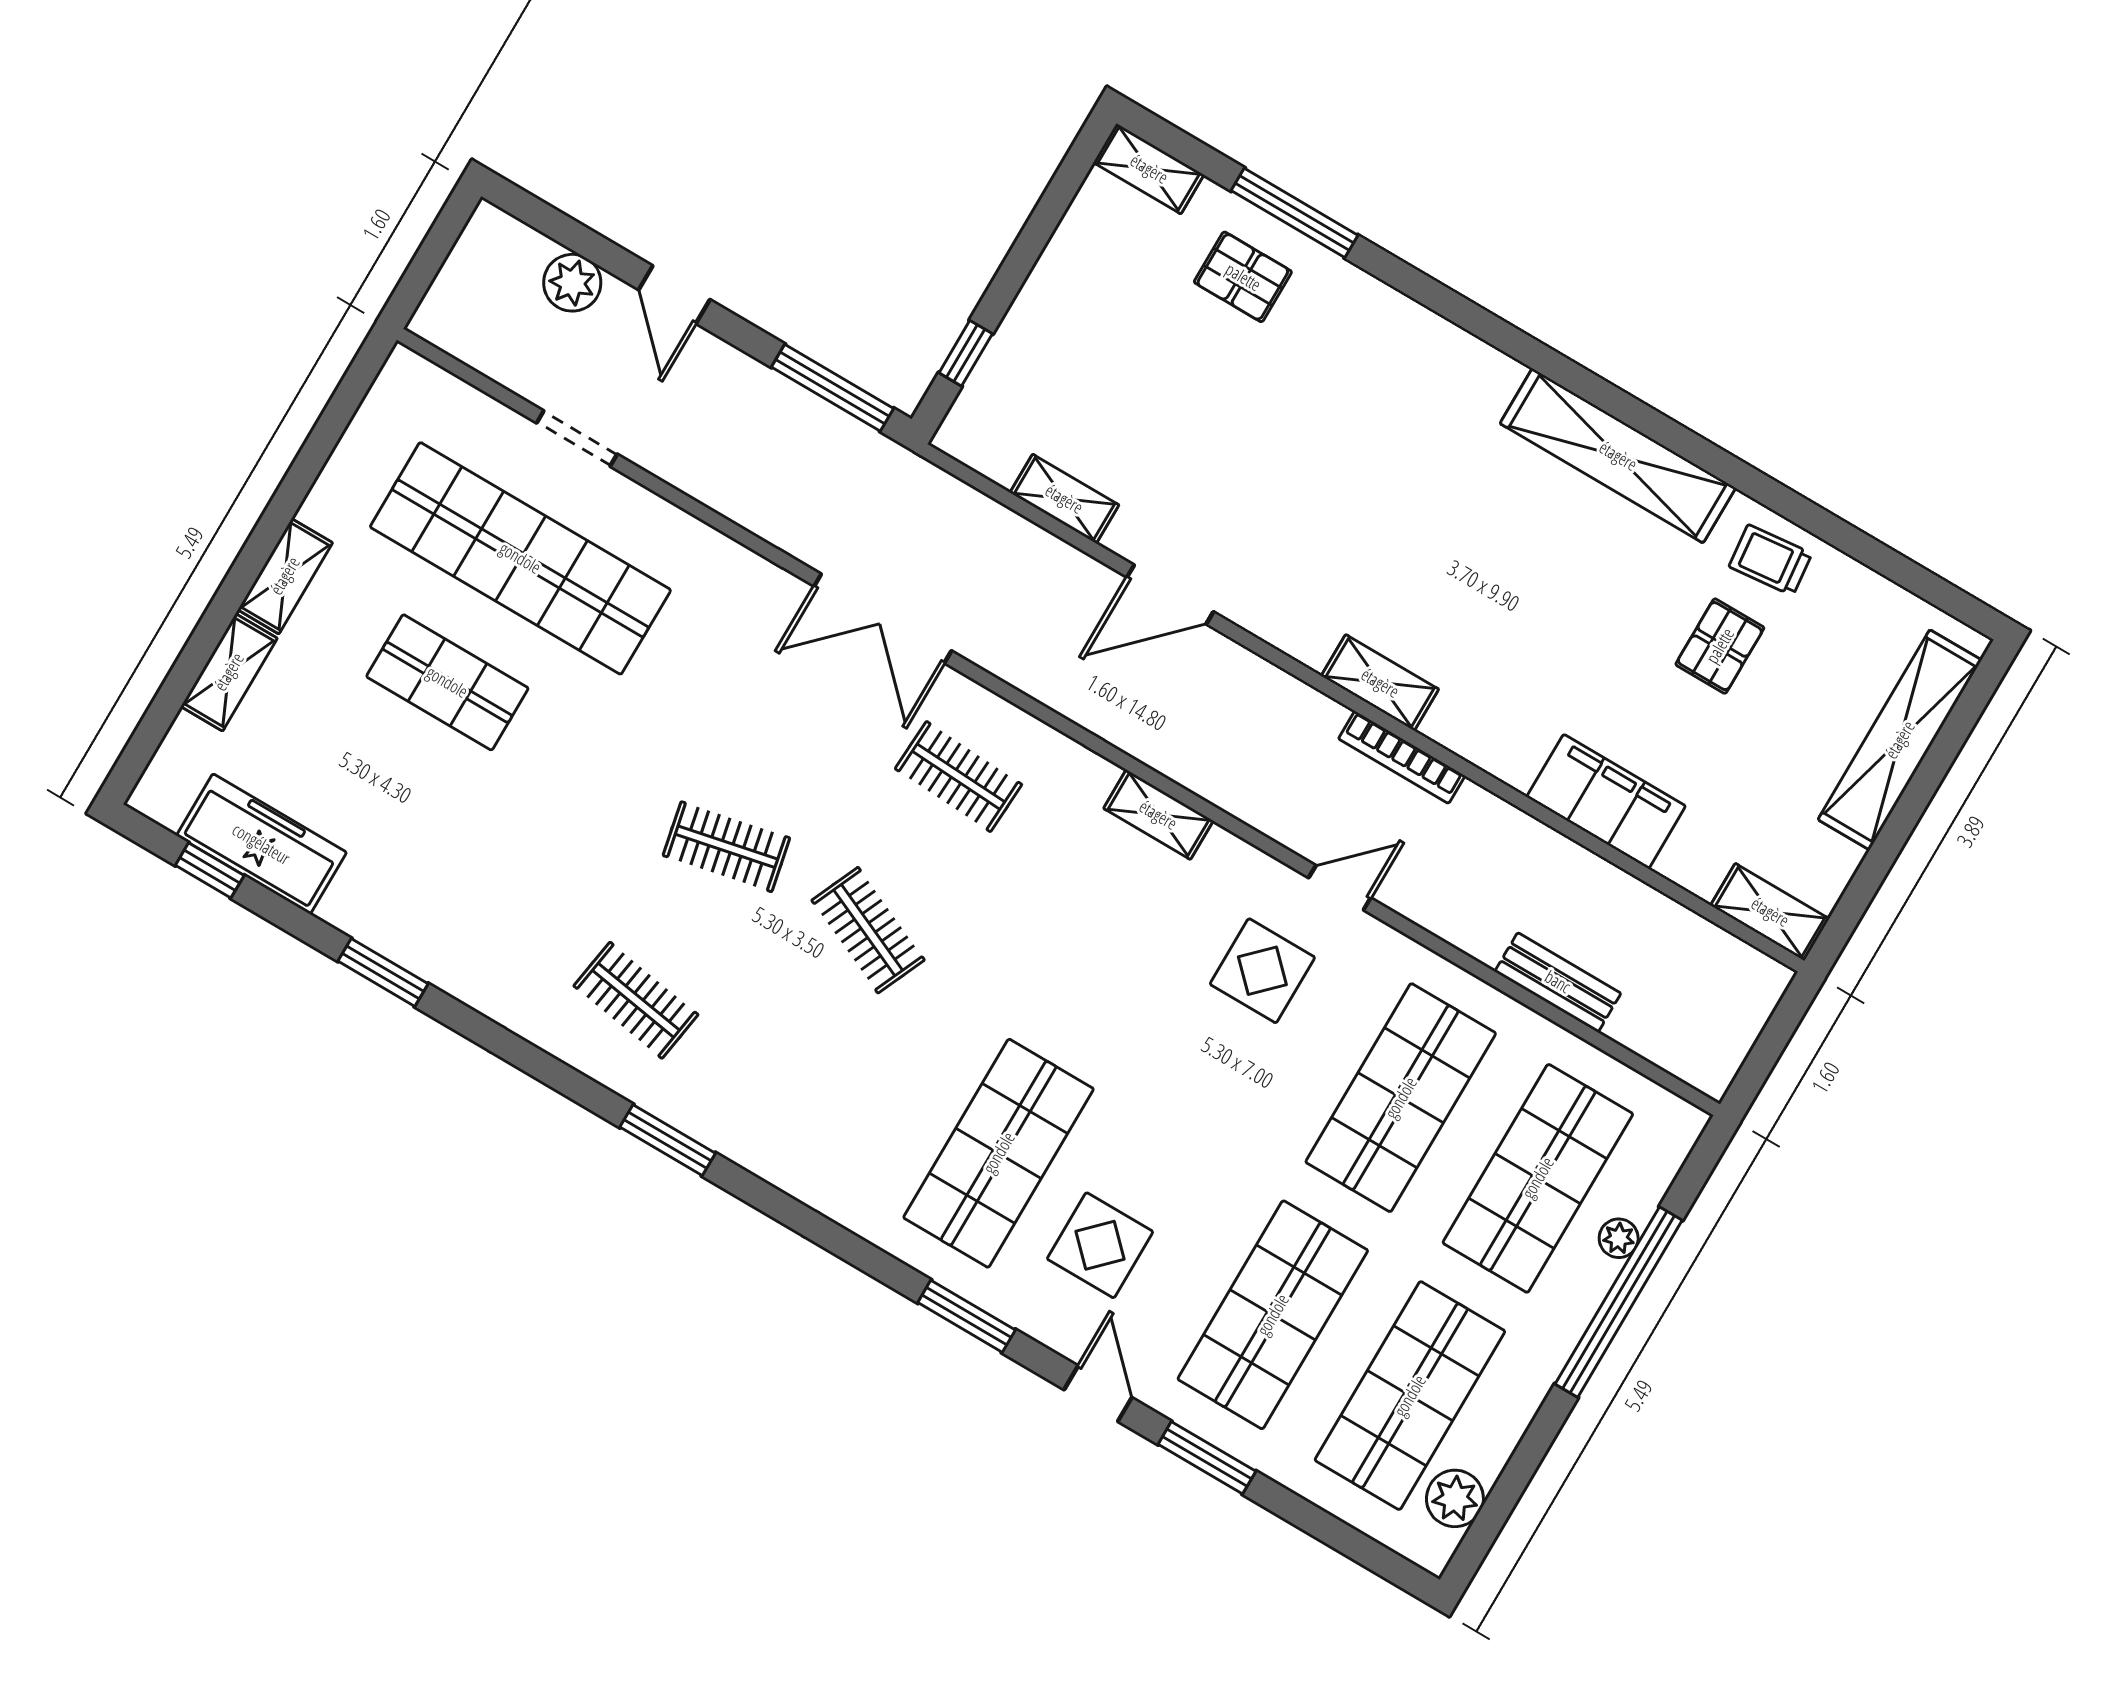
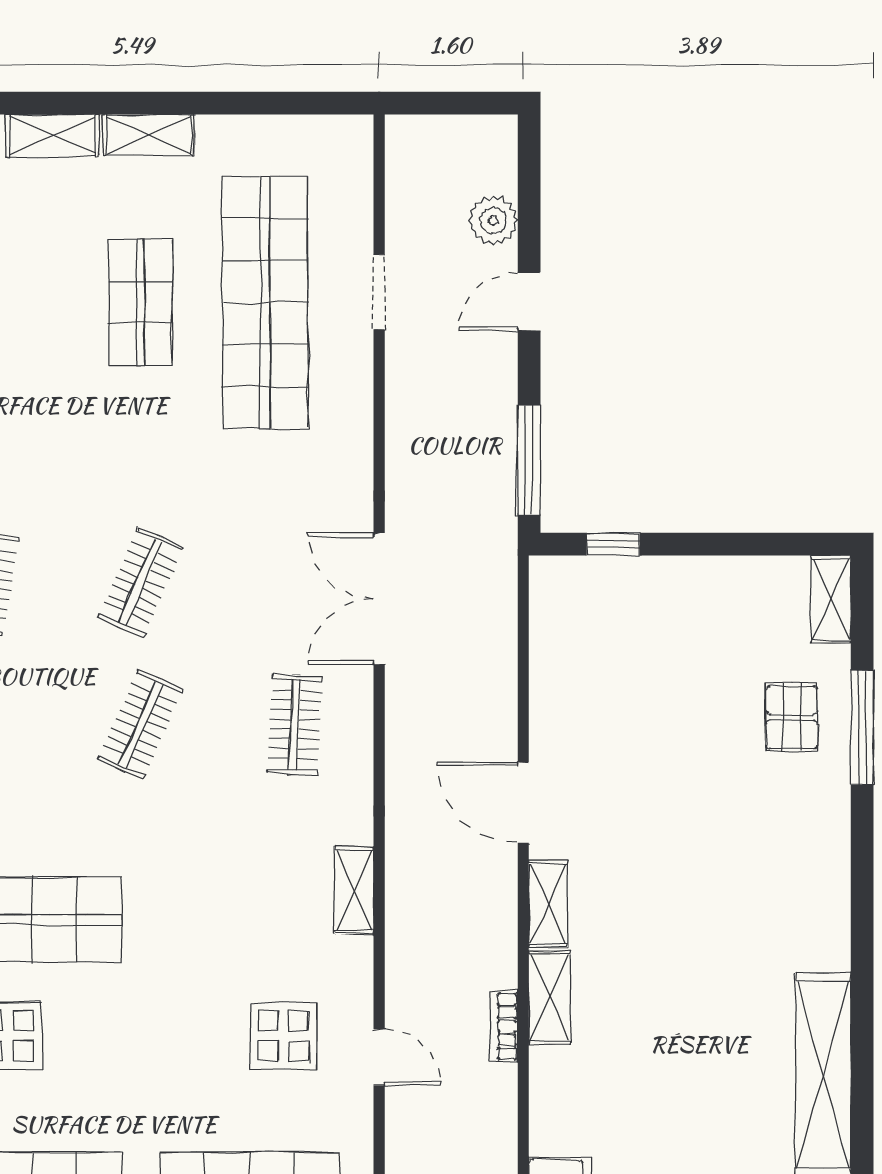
shelving: (1064, 499) -> (548, 904), moved
bookcase: (1402, 757) -> (504, 1026), width x0.64
clothes rail: (726, 847) -> (141, 582), turned 36

